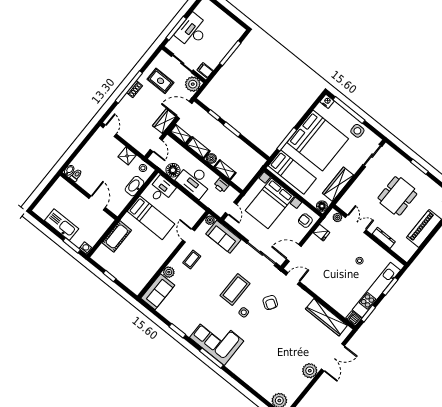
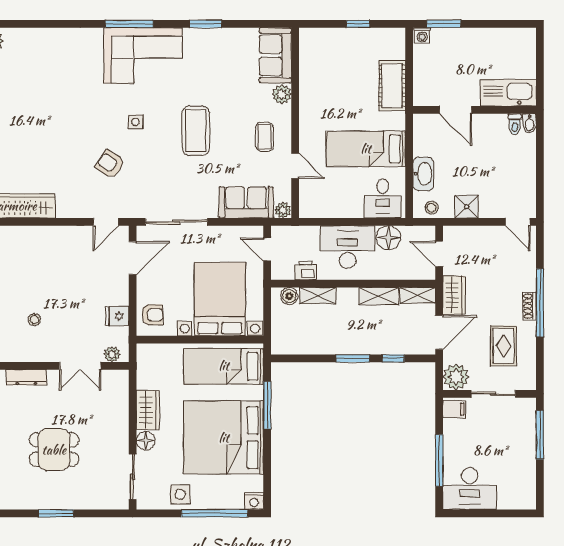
desk: (192, 31) -> (470, 489), moved, turned 90
rug: (161, 81) -> (504, 346), turned 90
boiler: (211, 158) -> (289, 296), moved
wardrobe: (338, 184) -> (148, 410), width x0.67
dining table: (397, 196) -> (54, 450), width x0.73
floor lamp: (322, 206) -> (146, 441), moved
kitchen sink: (62, 225) -> (508, 93), moved, turned 180
coffee table: (235, 290) -> (196, 131), moved

